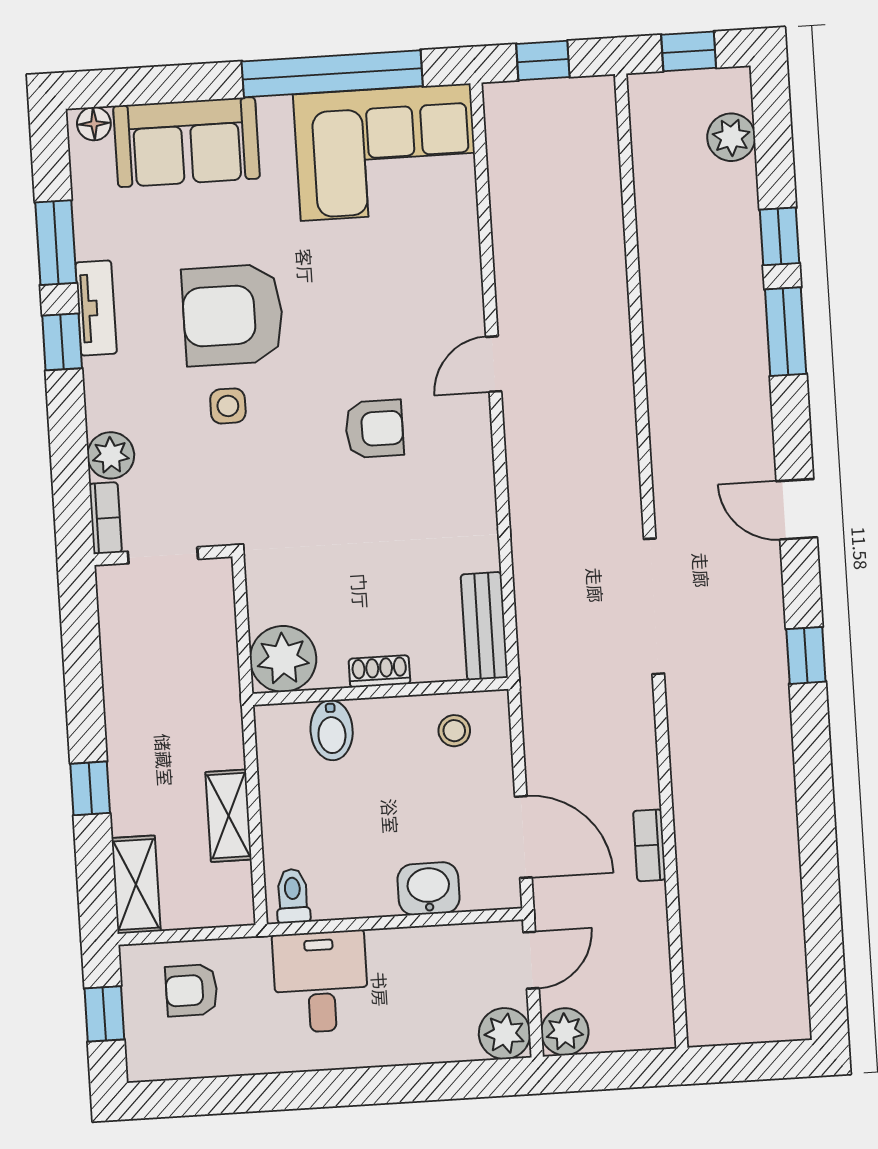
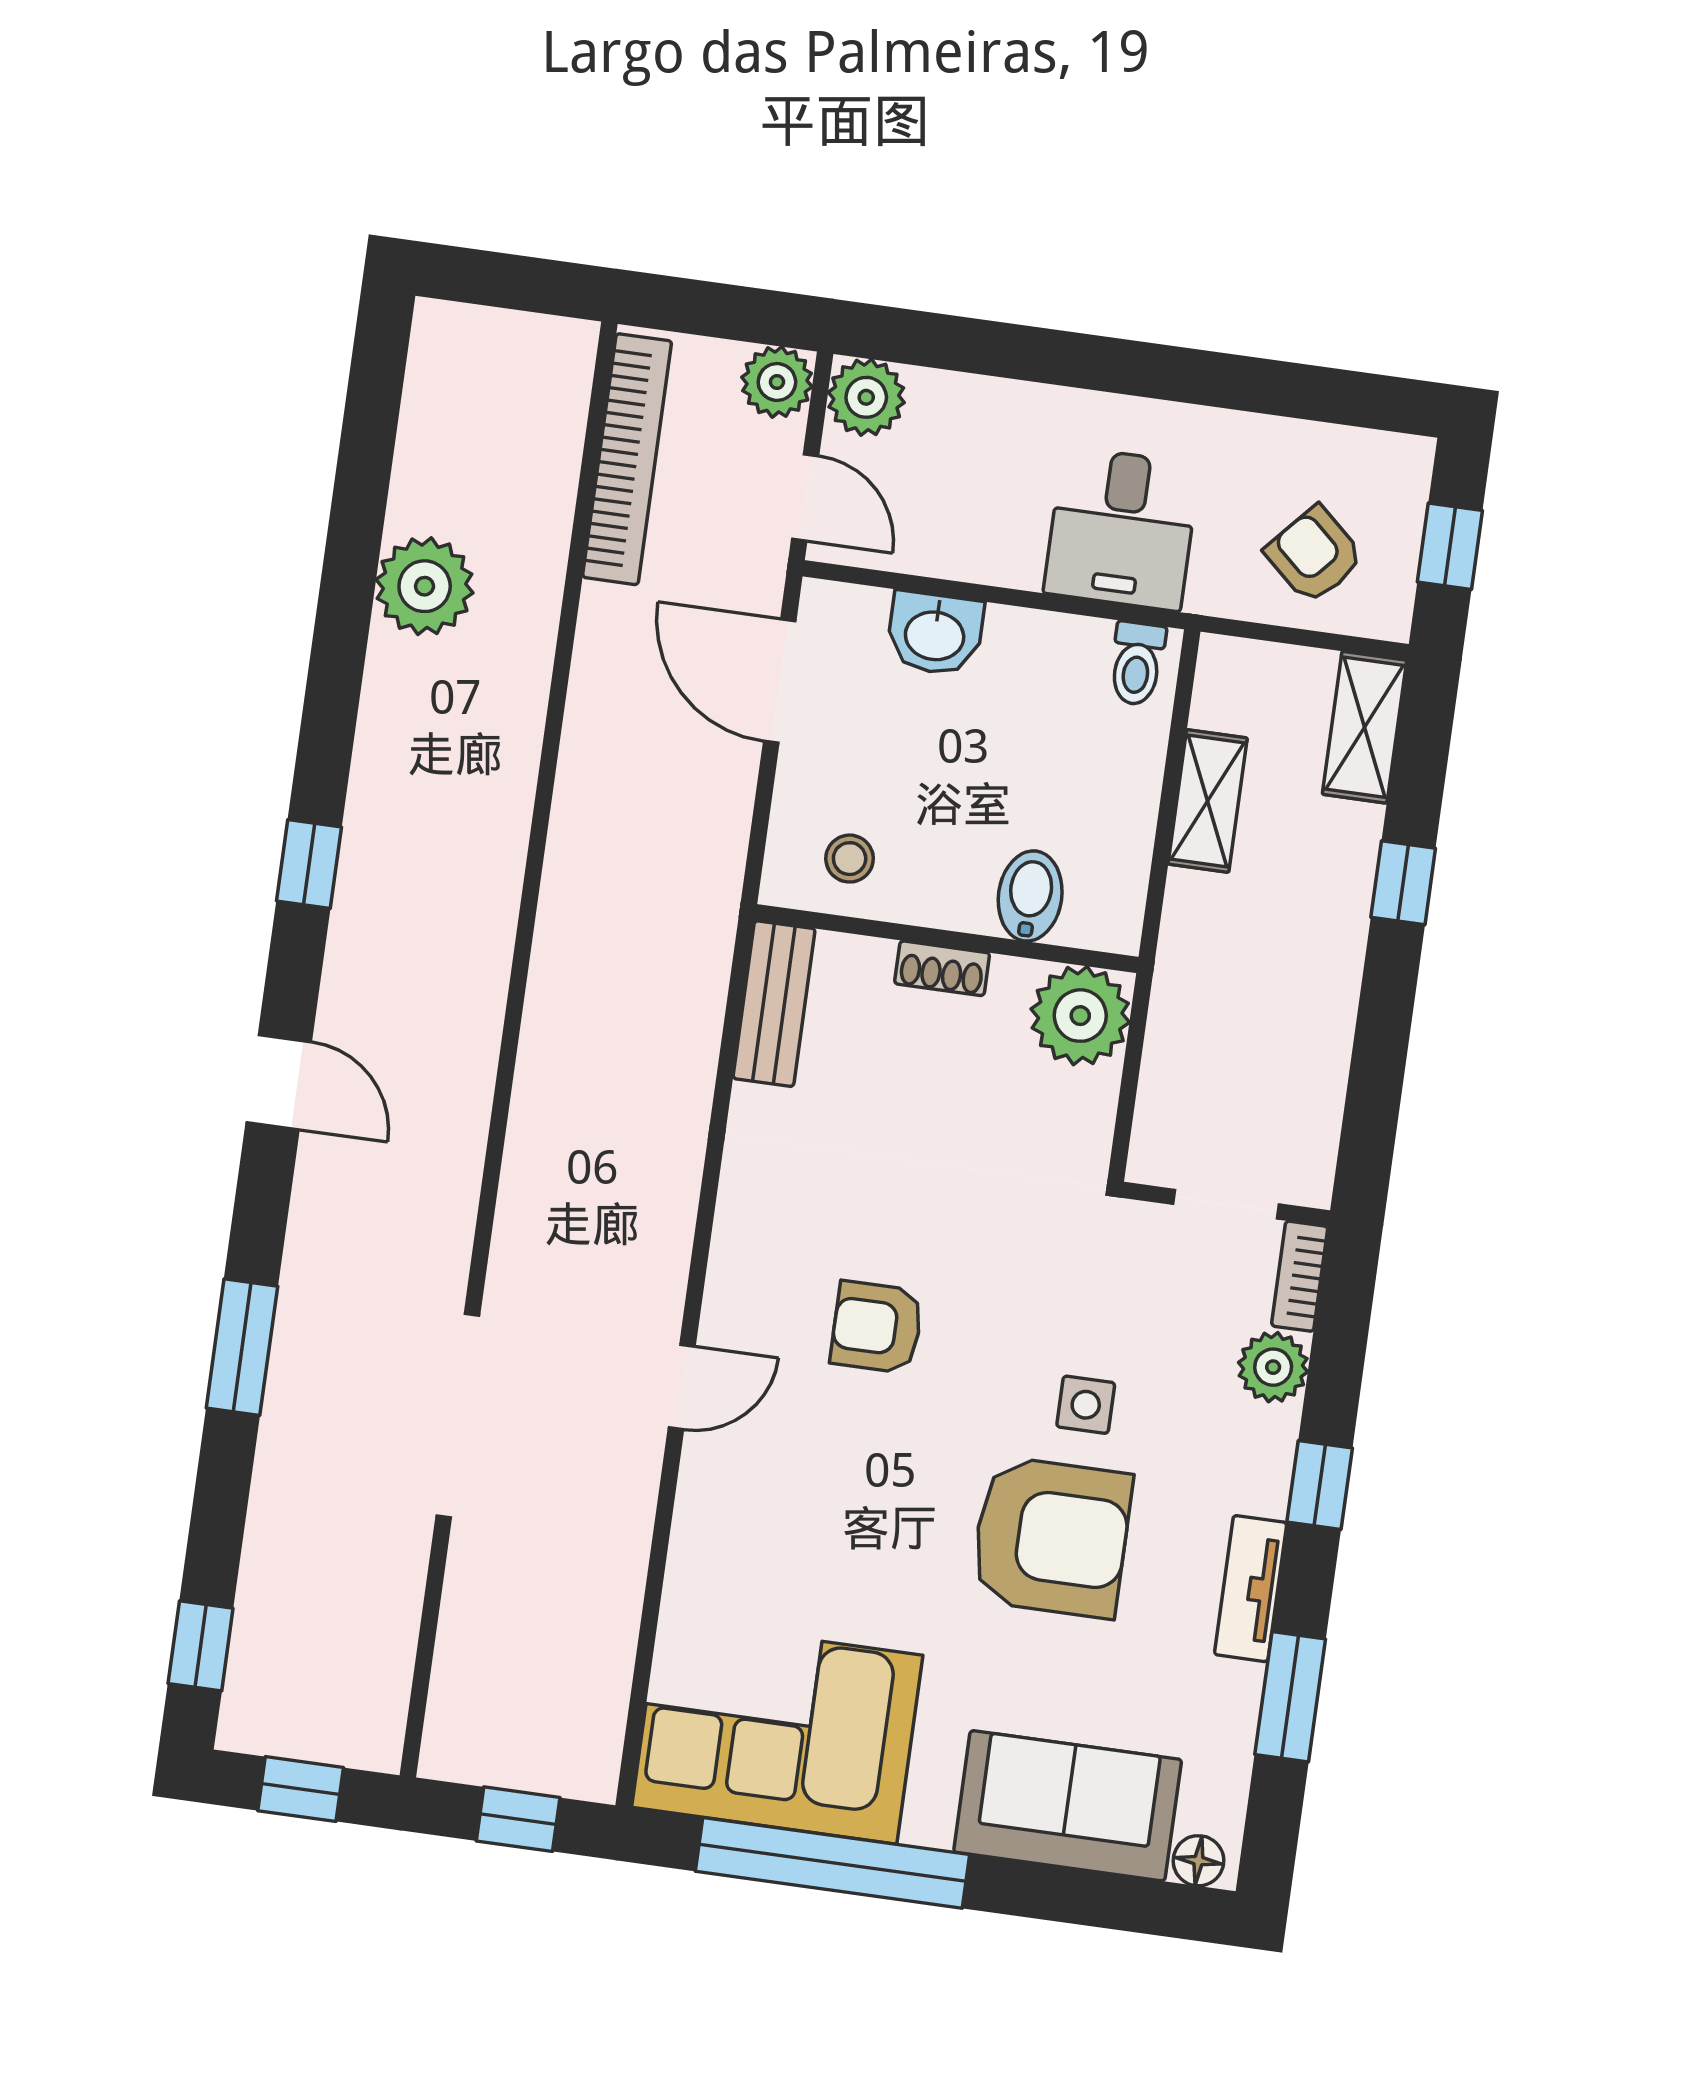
plant: (731, 137) -> (425, 586), moved, width x1.36, depth x1.36
window: (780, 236) -> (201, 1646), moved
window: (62, 342) -> (1320, 1485), moved
doorway: (654, 606) -> (458, 1415), moved
bookcase: (649, 845) -> (627, 459), moved, width x2.31, depth x1.31
door: (531, 960) -> (805, 497), swing flipped
armchair: (192, 990) -> (1314, 555), turned -138

